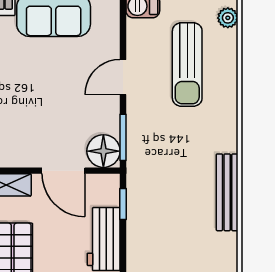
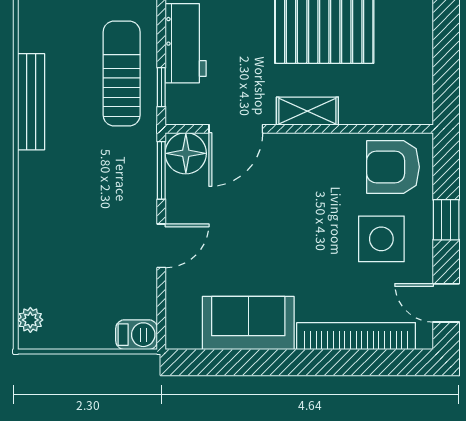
sun lounger: (187, 64) -> (122, 73), moved
door: (63, 171) -> (236, 129), swing flipped

